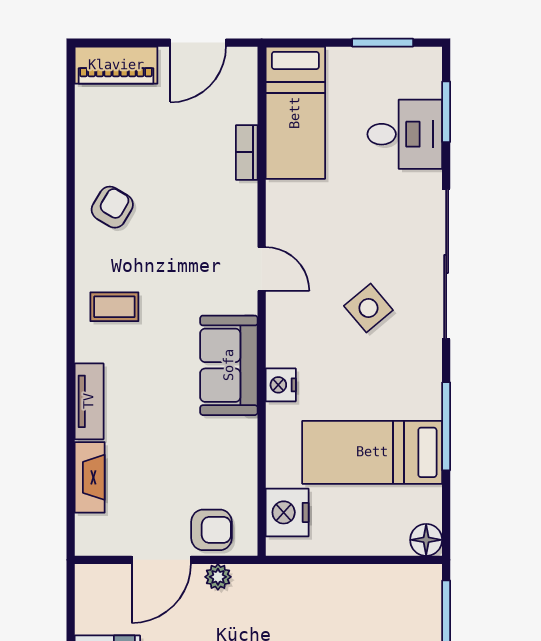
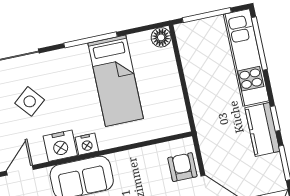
nightstand: (287, 512) -> (60, 146), moved
plant: (218, 577) -> (210, 157), removed

